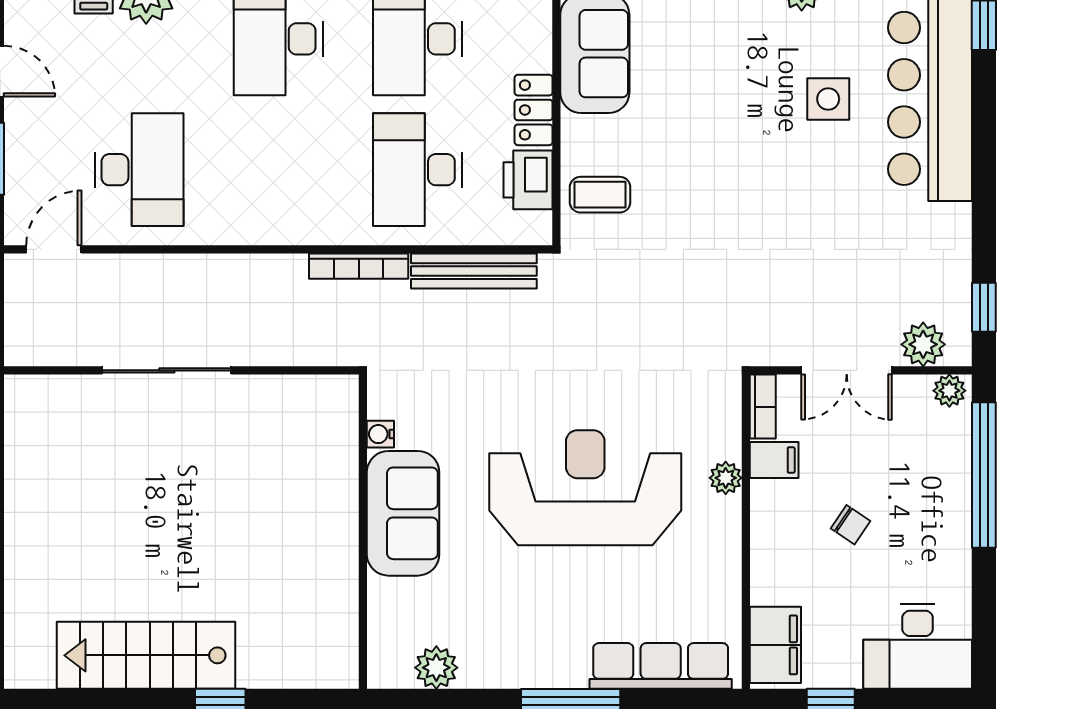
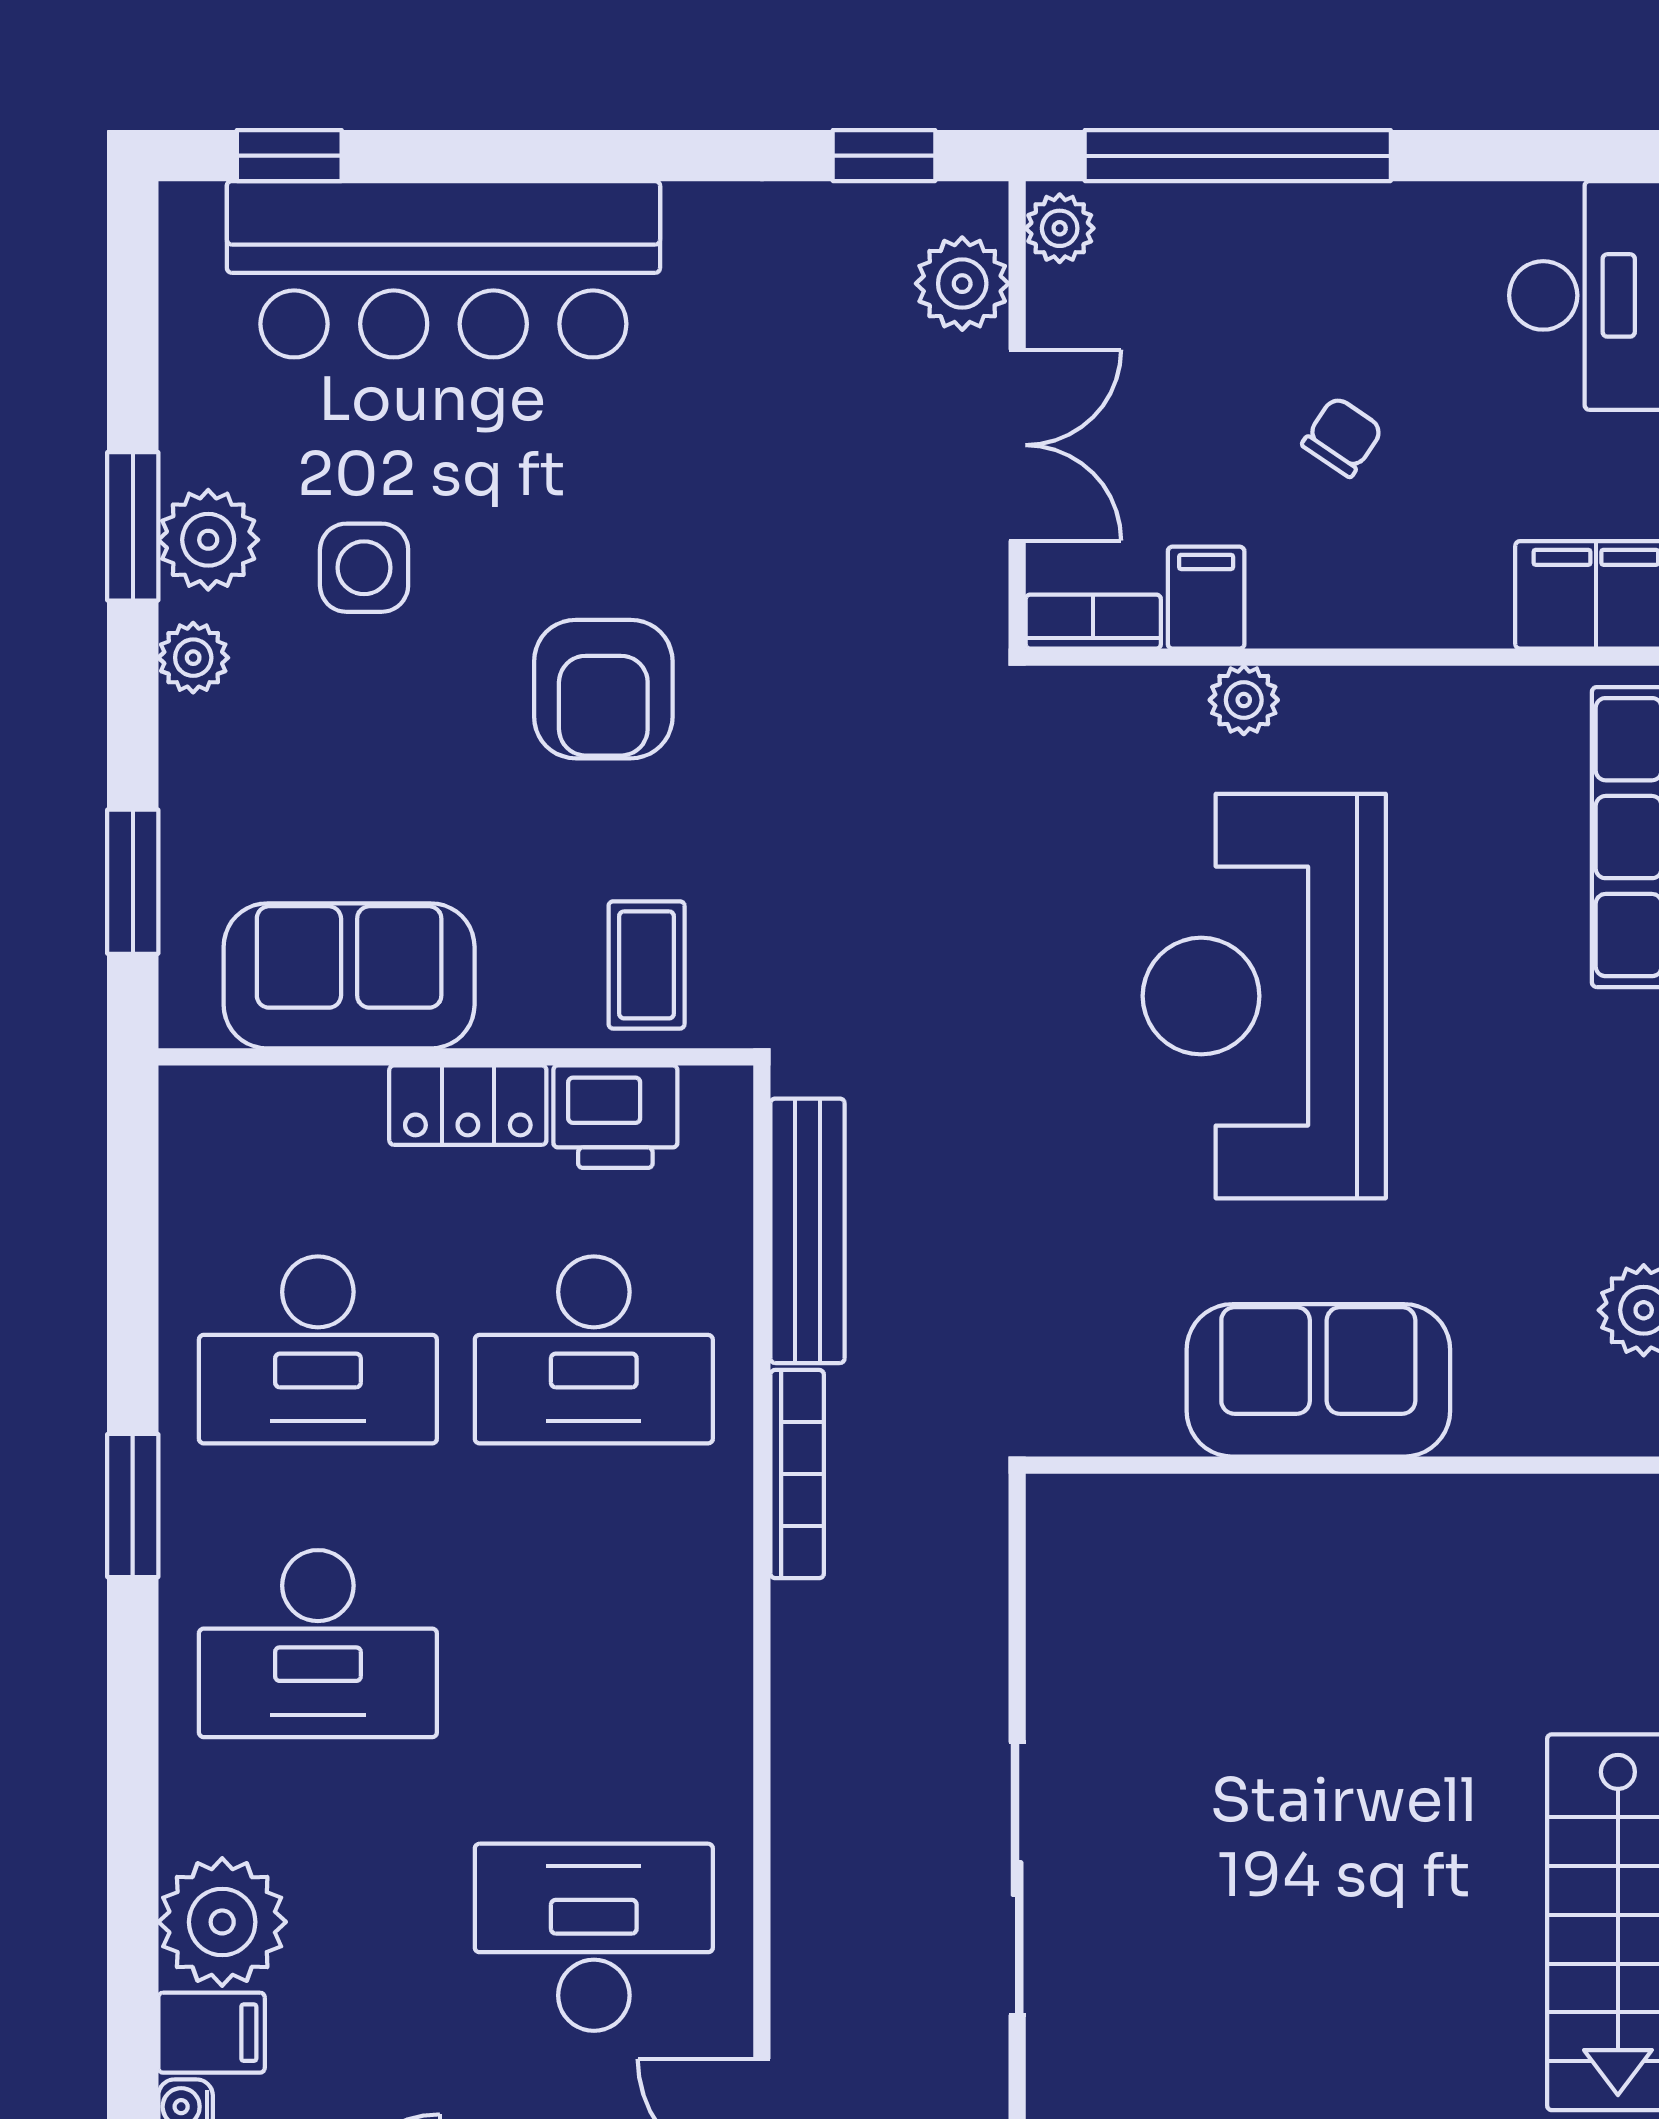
side table: (828, 99) -> (364, 568), moved
armchair: (731, 174) -> (603, 689), added
water cooler: (380, 434) -> (1151, 1428), removed

